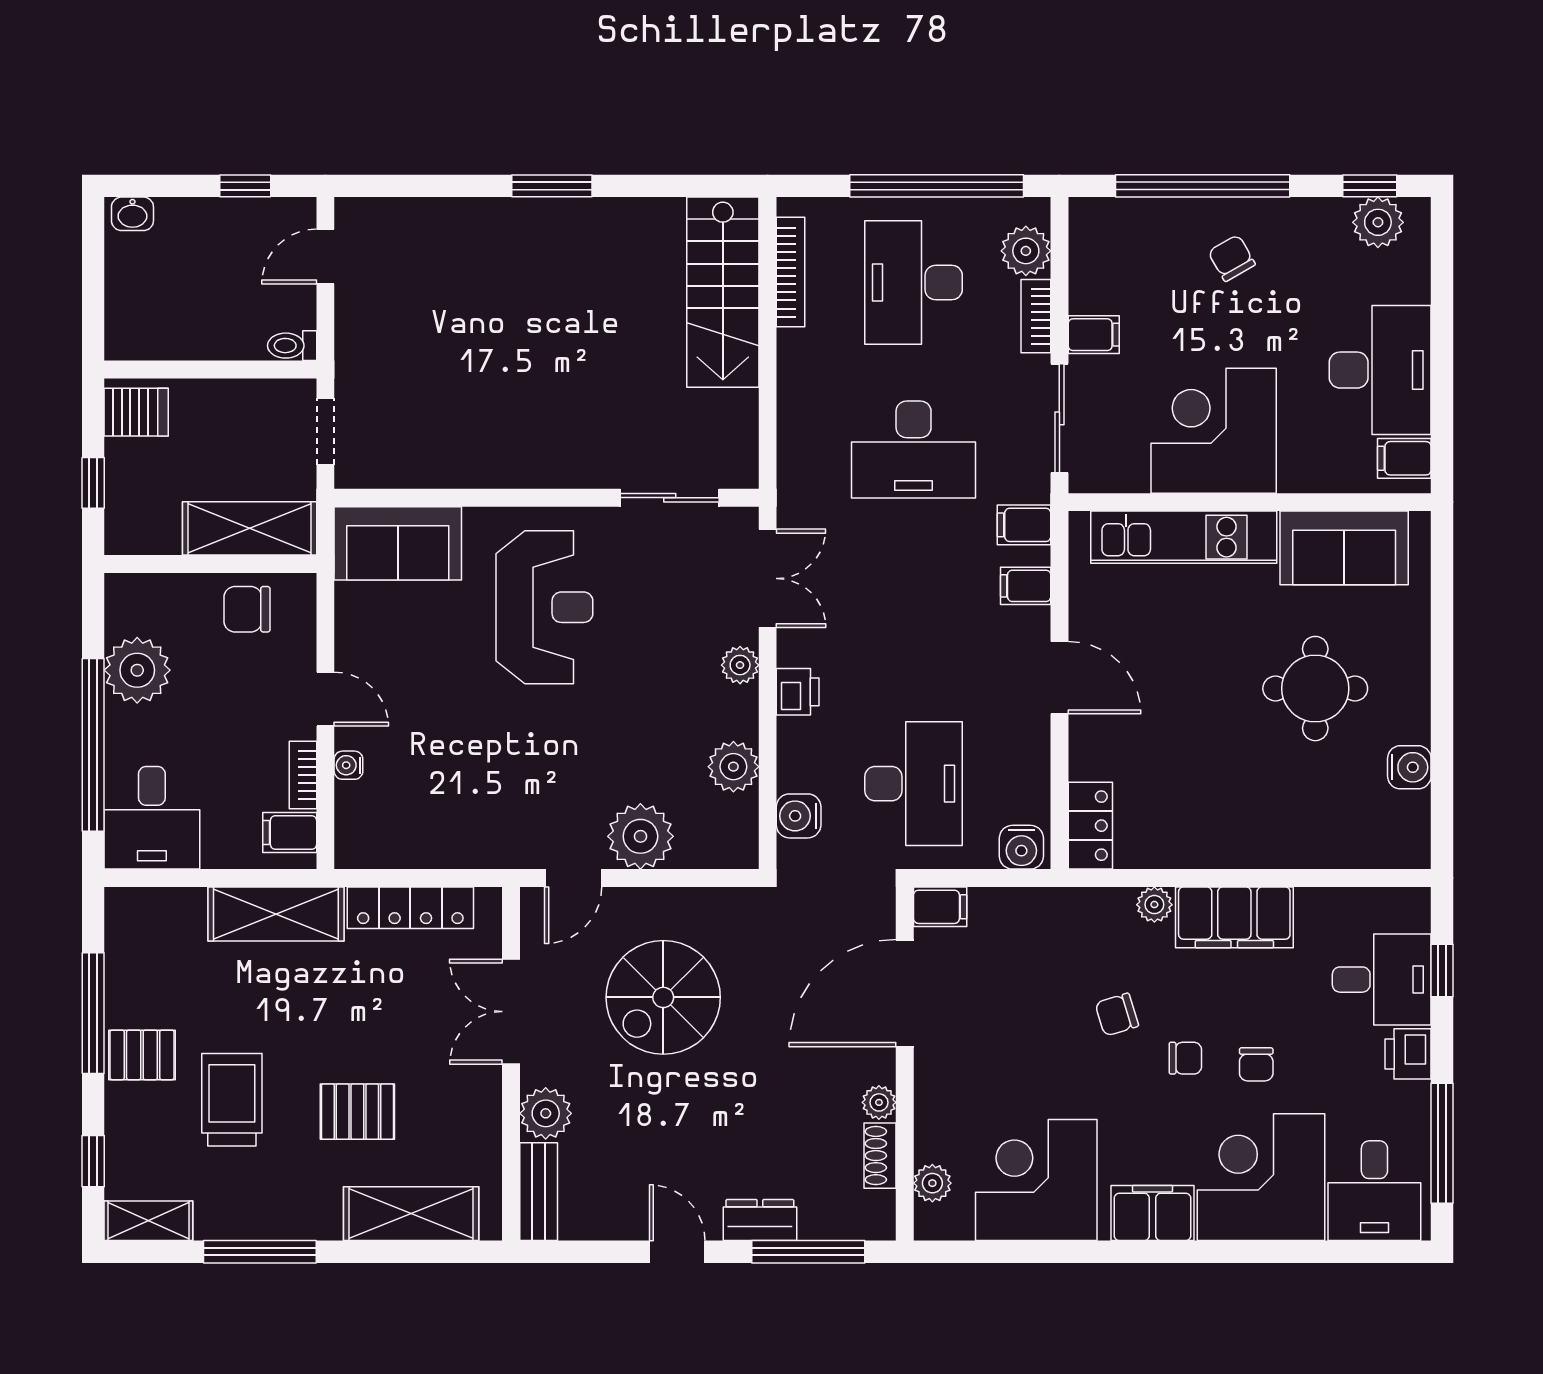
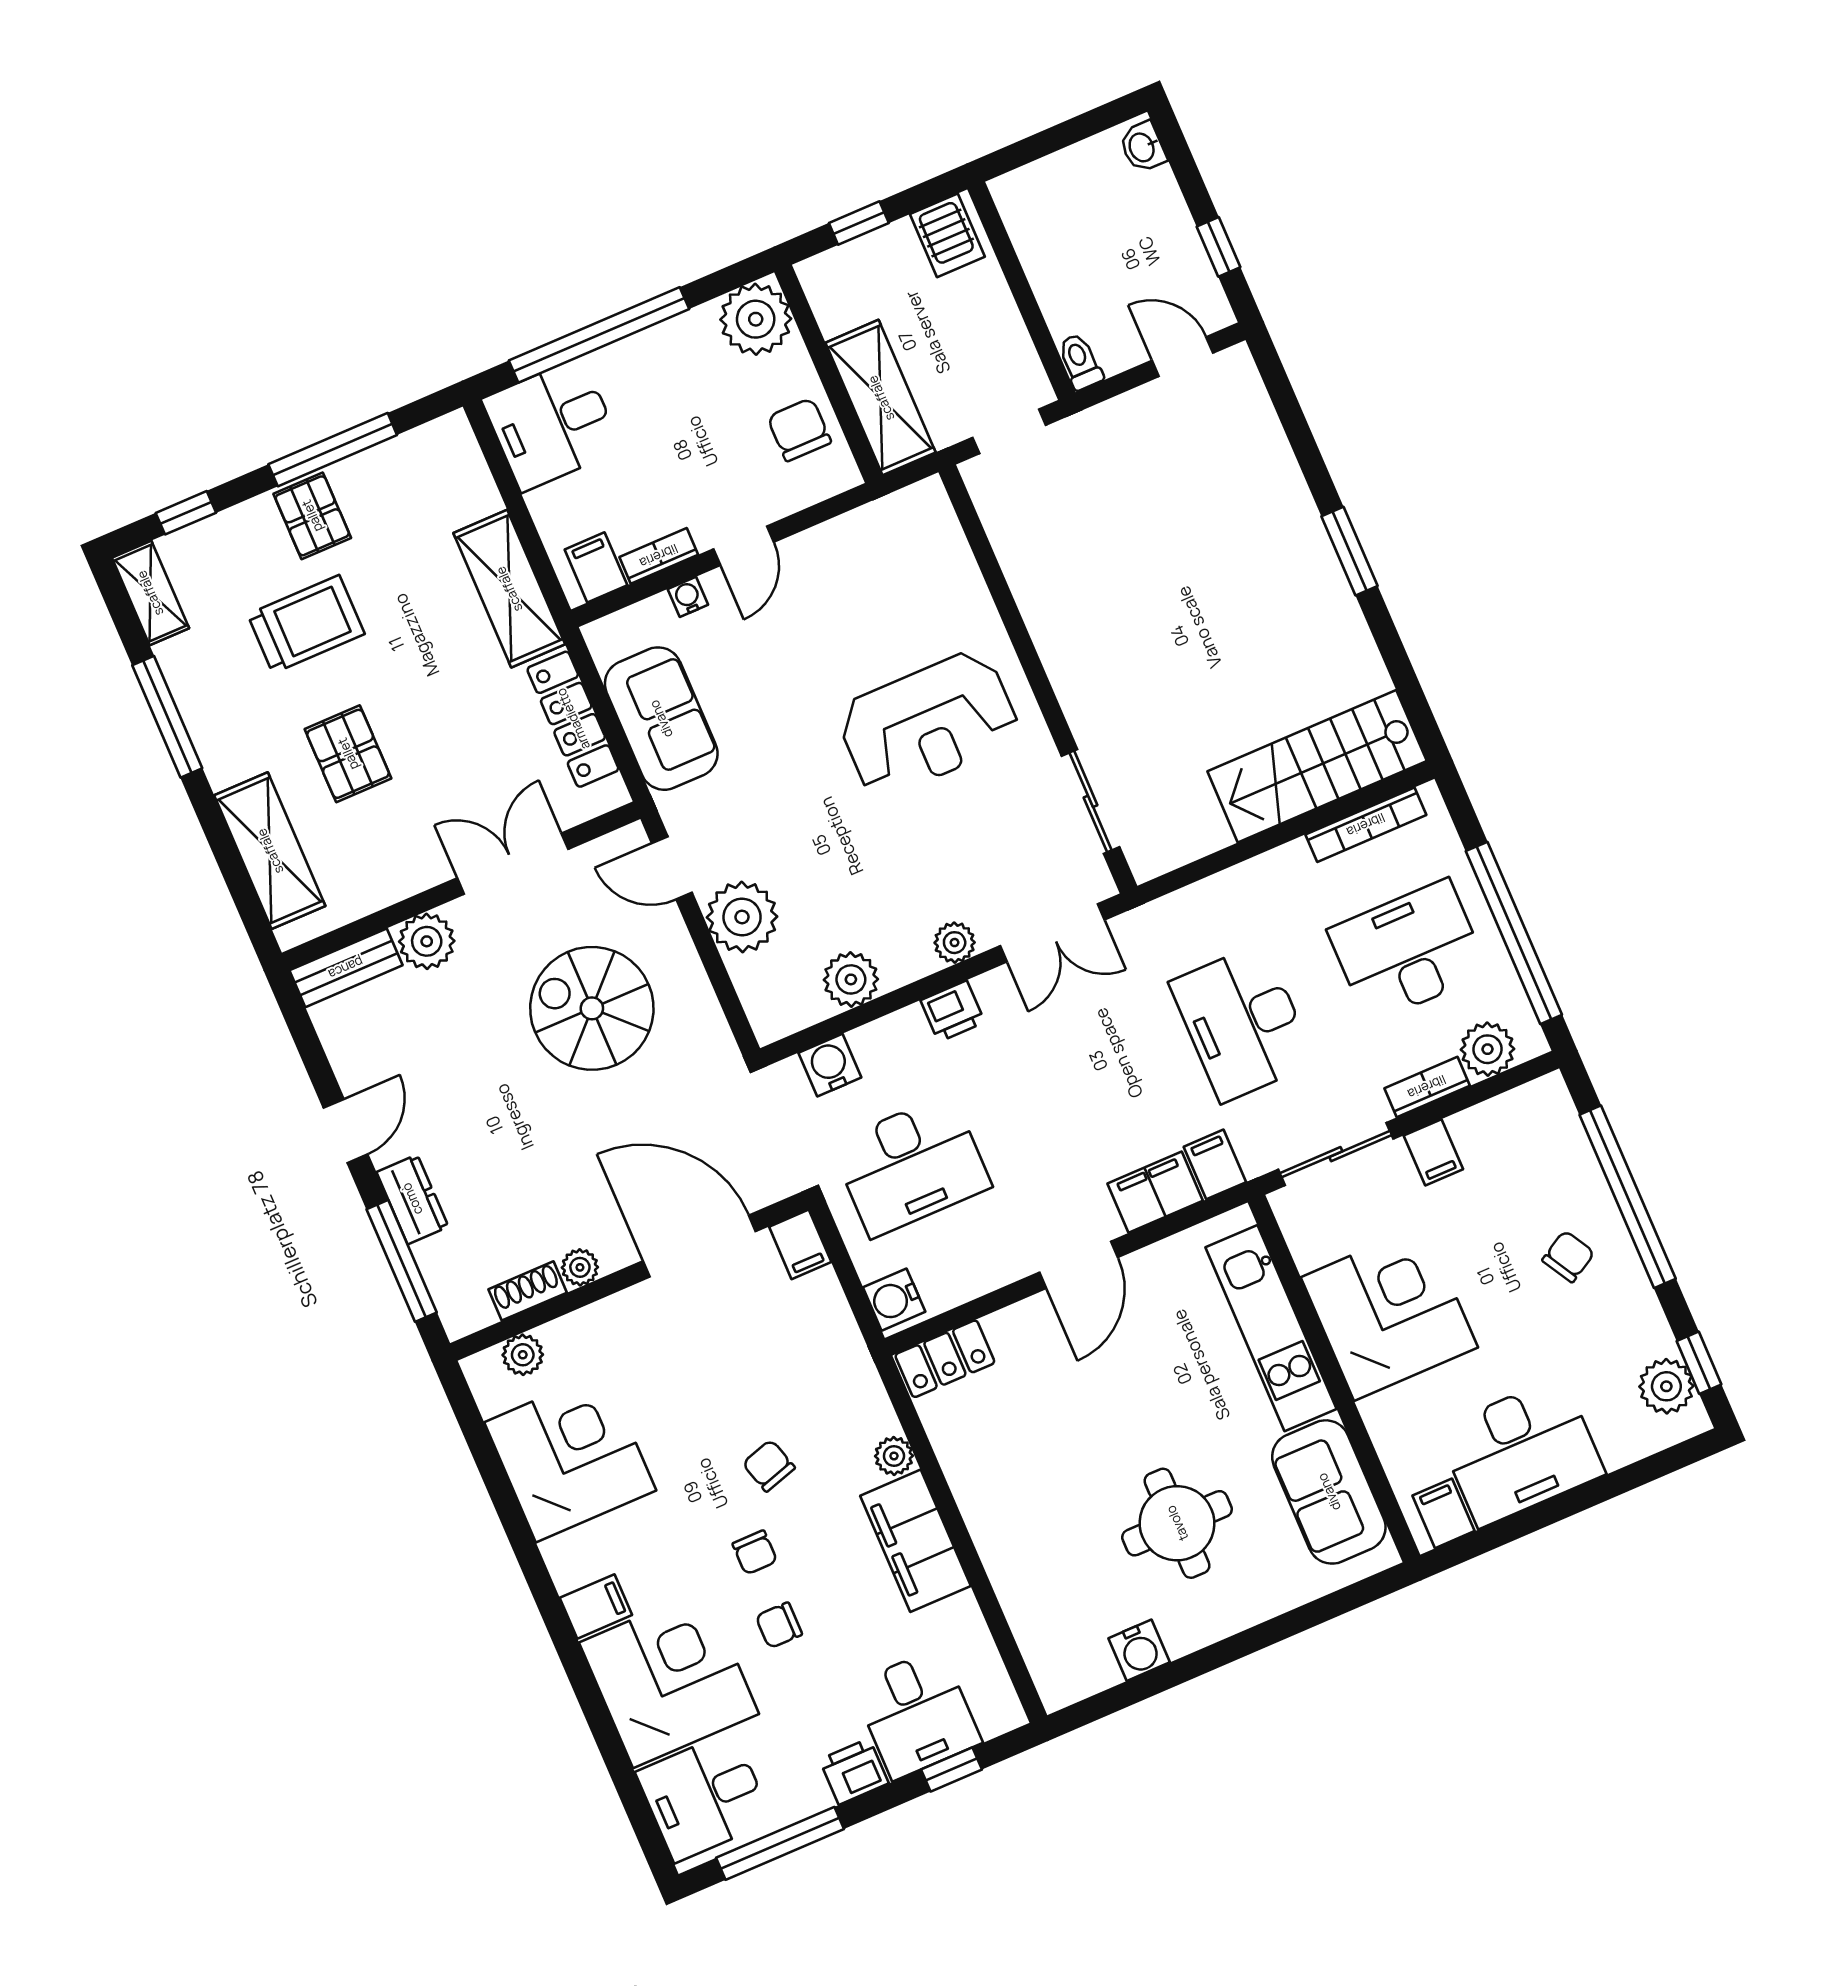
sofa: (398, 543) -> (661, 719), moved, turned 180
filing cabinet: (1026, 586) -> (1155, 1192), width x2.00
plant: (137, 670) -> (756, 319), moved
filing cabinet: (1152, 1213) -> (596, 1606), width x0.50

